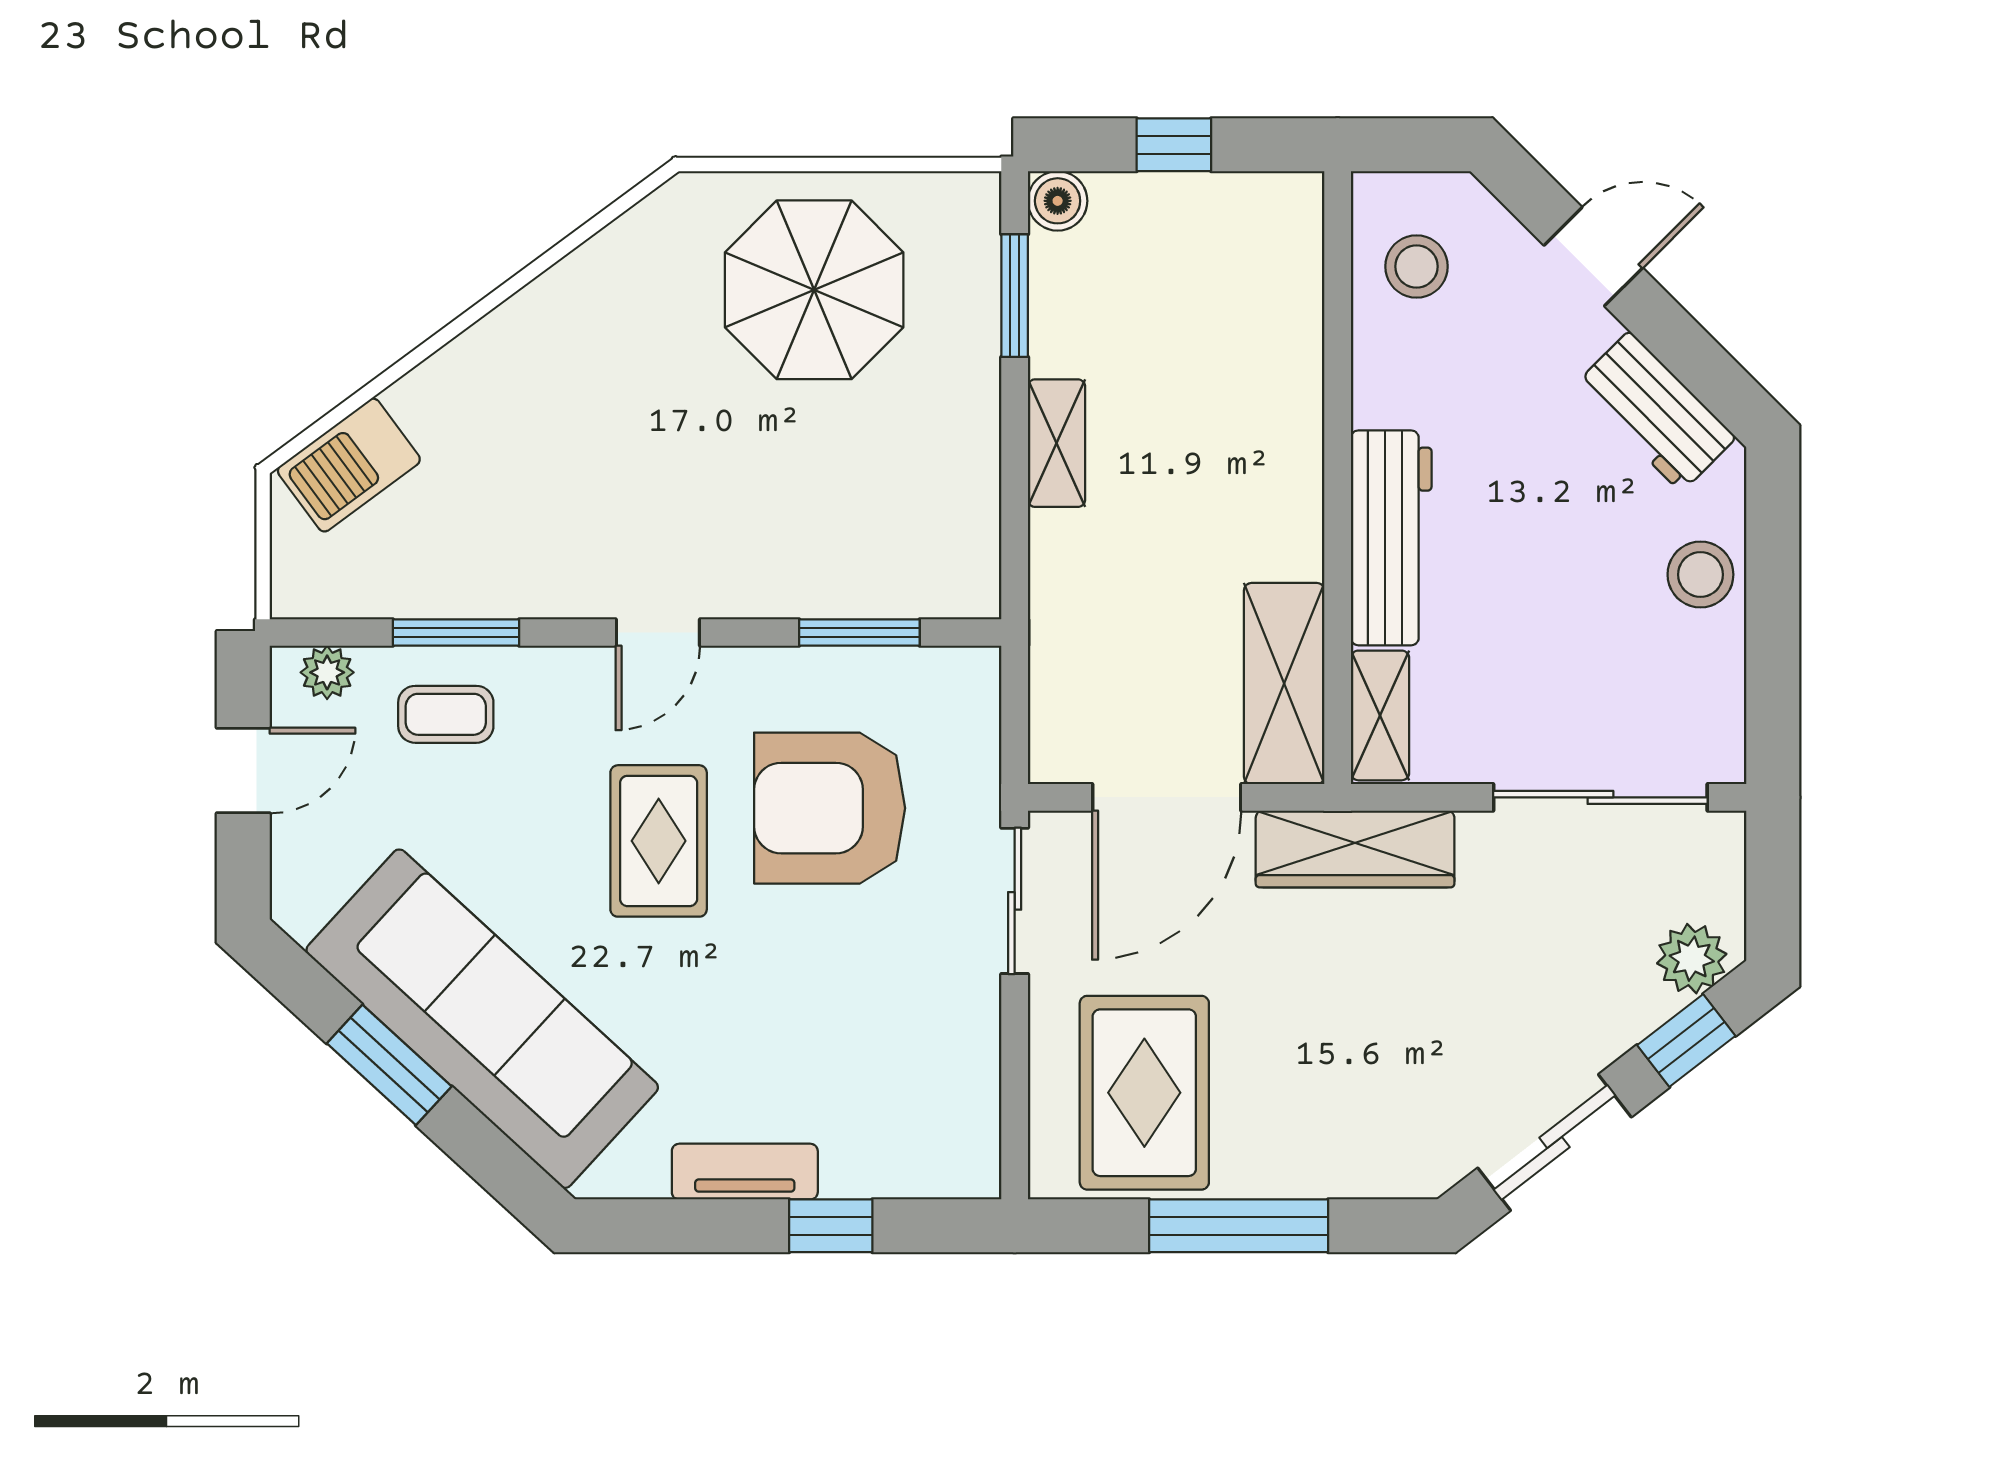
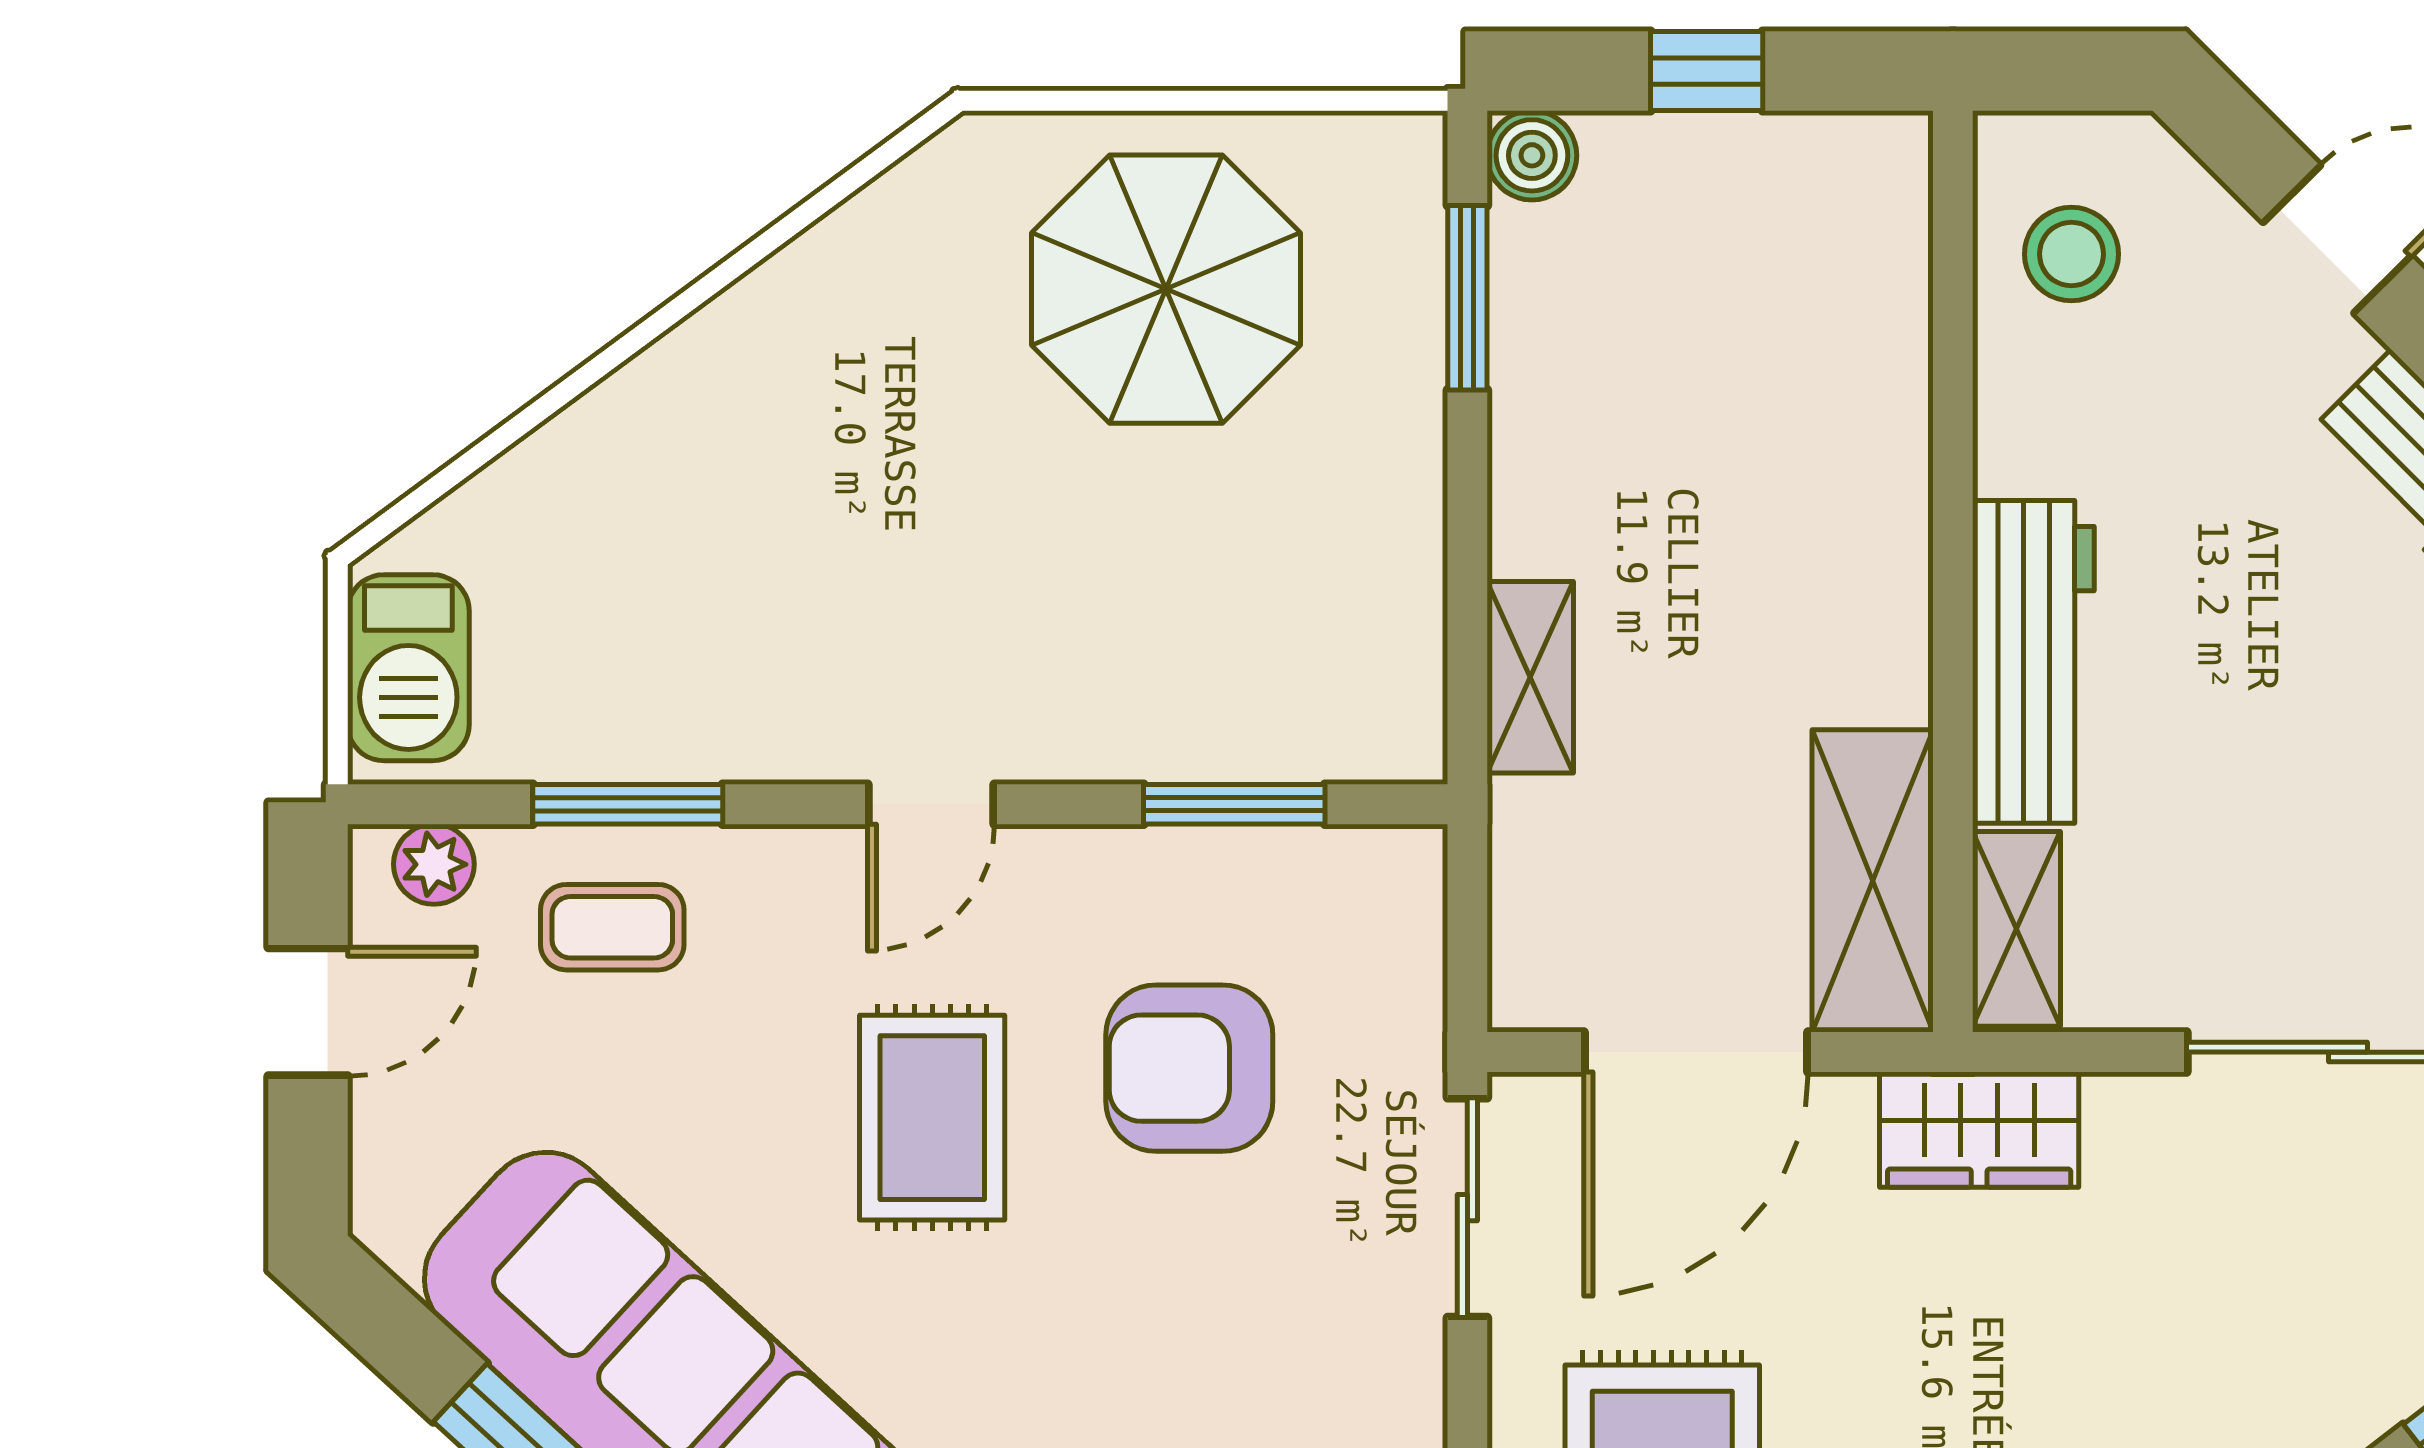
shelving: (1056, 443) -> (1530, 677), moved
barbecue: (349, 465) -> (408, 668), moved, turned -54
armchair: (830, 808) -> (1189, 1068), width x0.73, depth x0.73
wardrobe: (1355, 849) -> (1979, 1130), width x0.67

